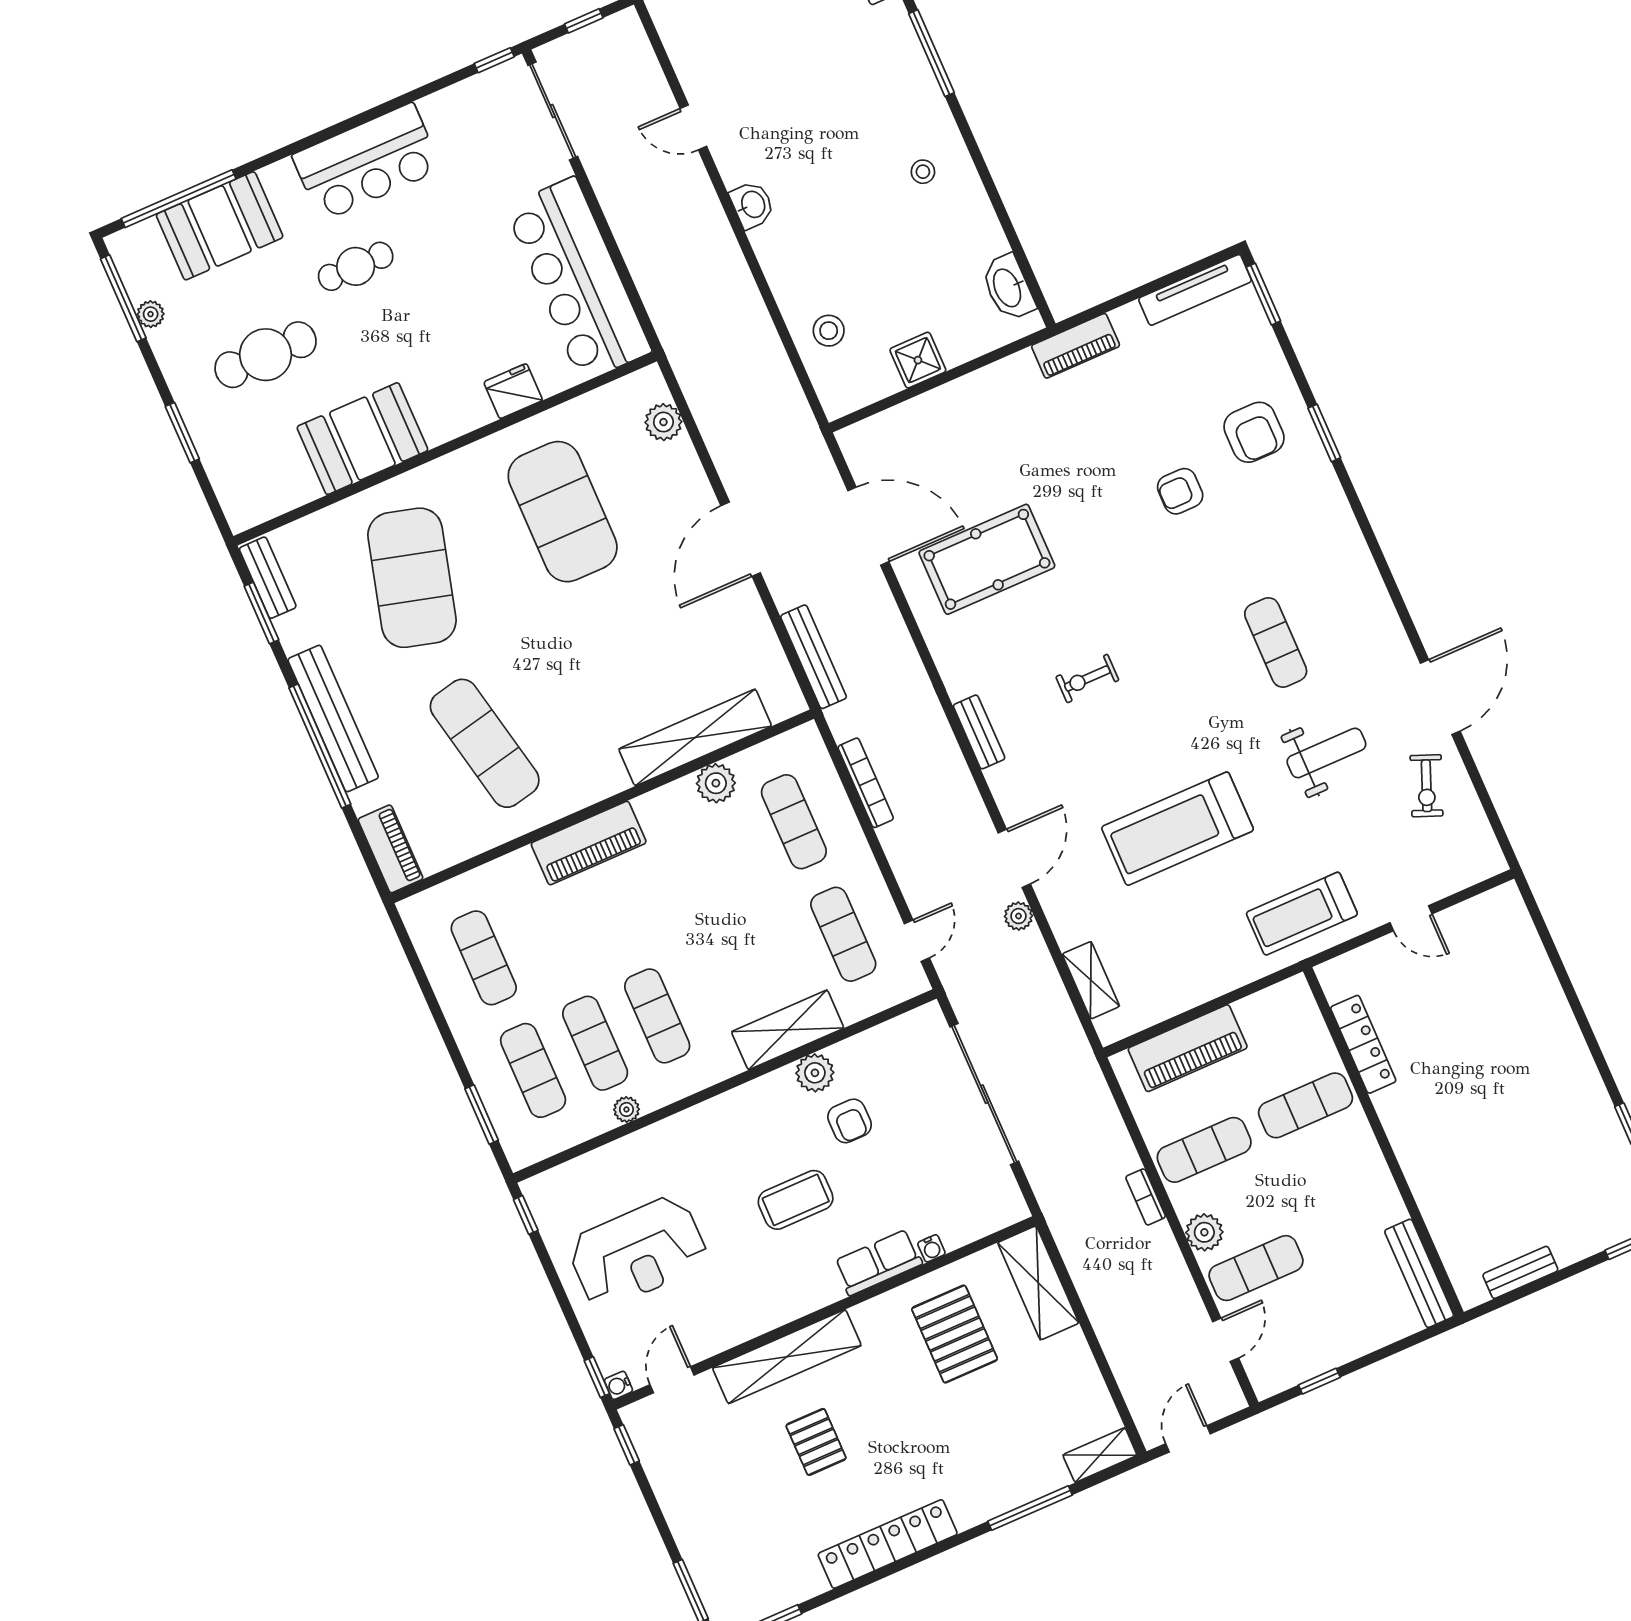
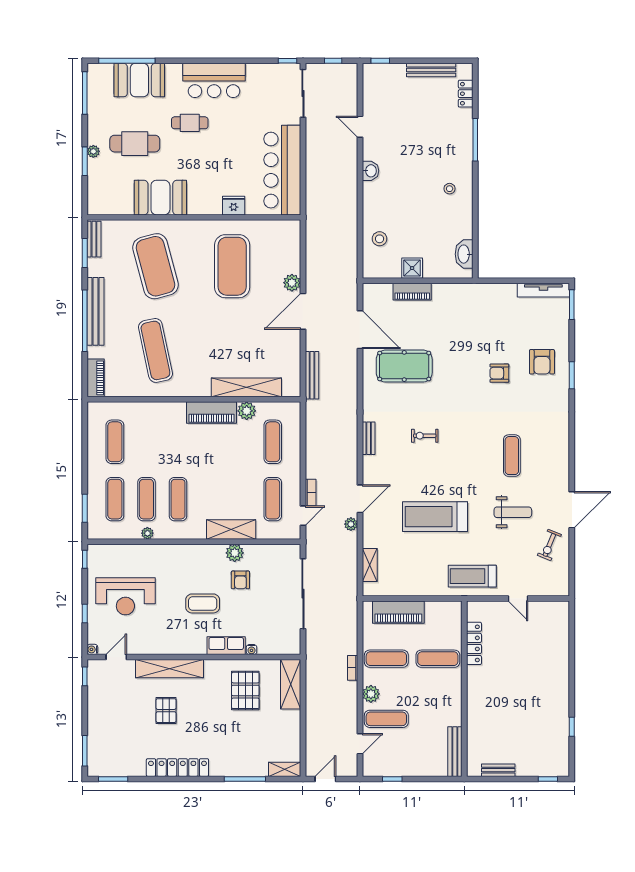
plant: (151, 314) -> (93, 151), moved
piano: (1076, 346) -> (412, 292), moved
plant: (663, 422) -> (292, 283), moved
exercise mat: (412, 578) -> (155, 266), turned -30
bookcase: (866, 783) -> (311, 493), moved, width x0.64
piano: (589, 843) -> (211, 412), moved
window: (597, 1377) -> (85, 614), moved

